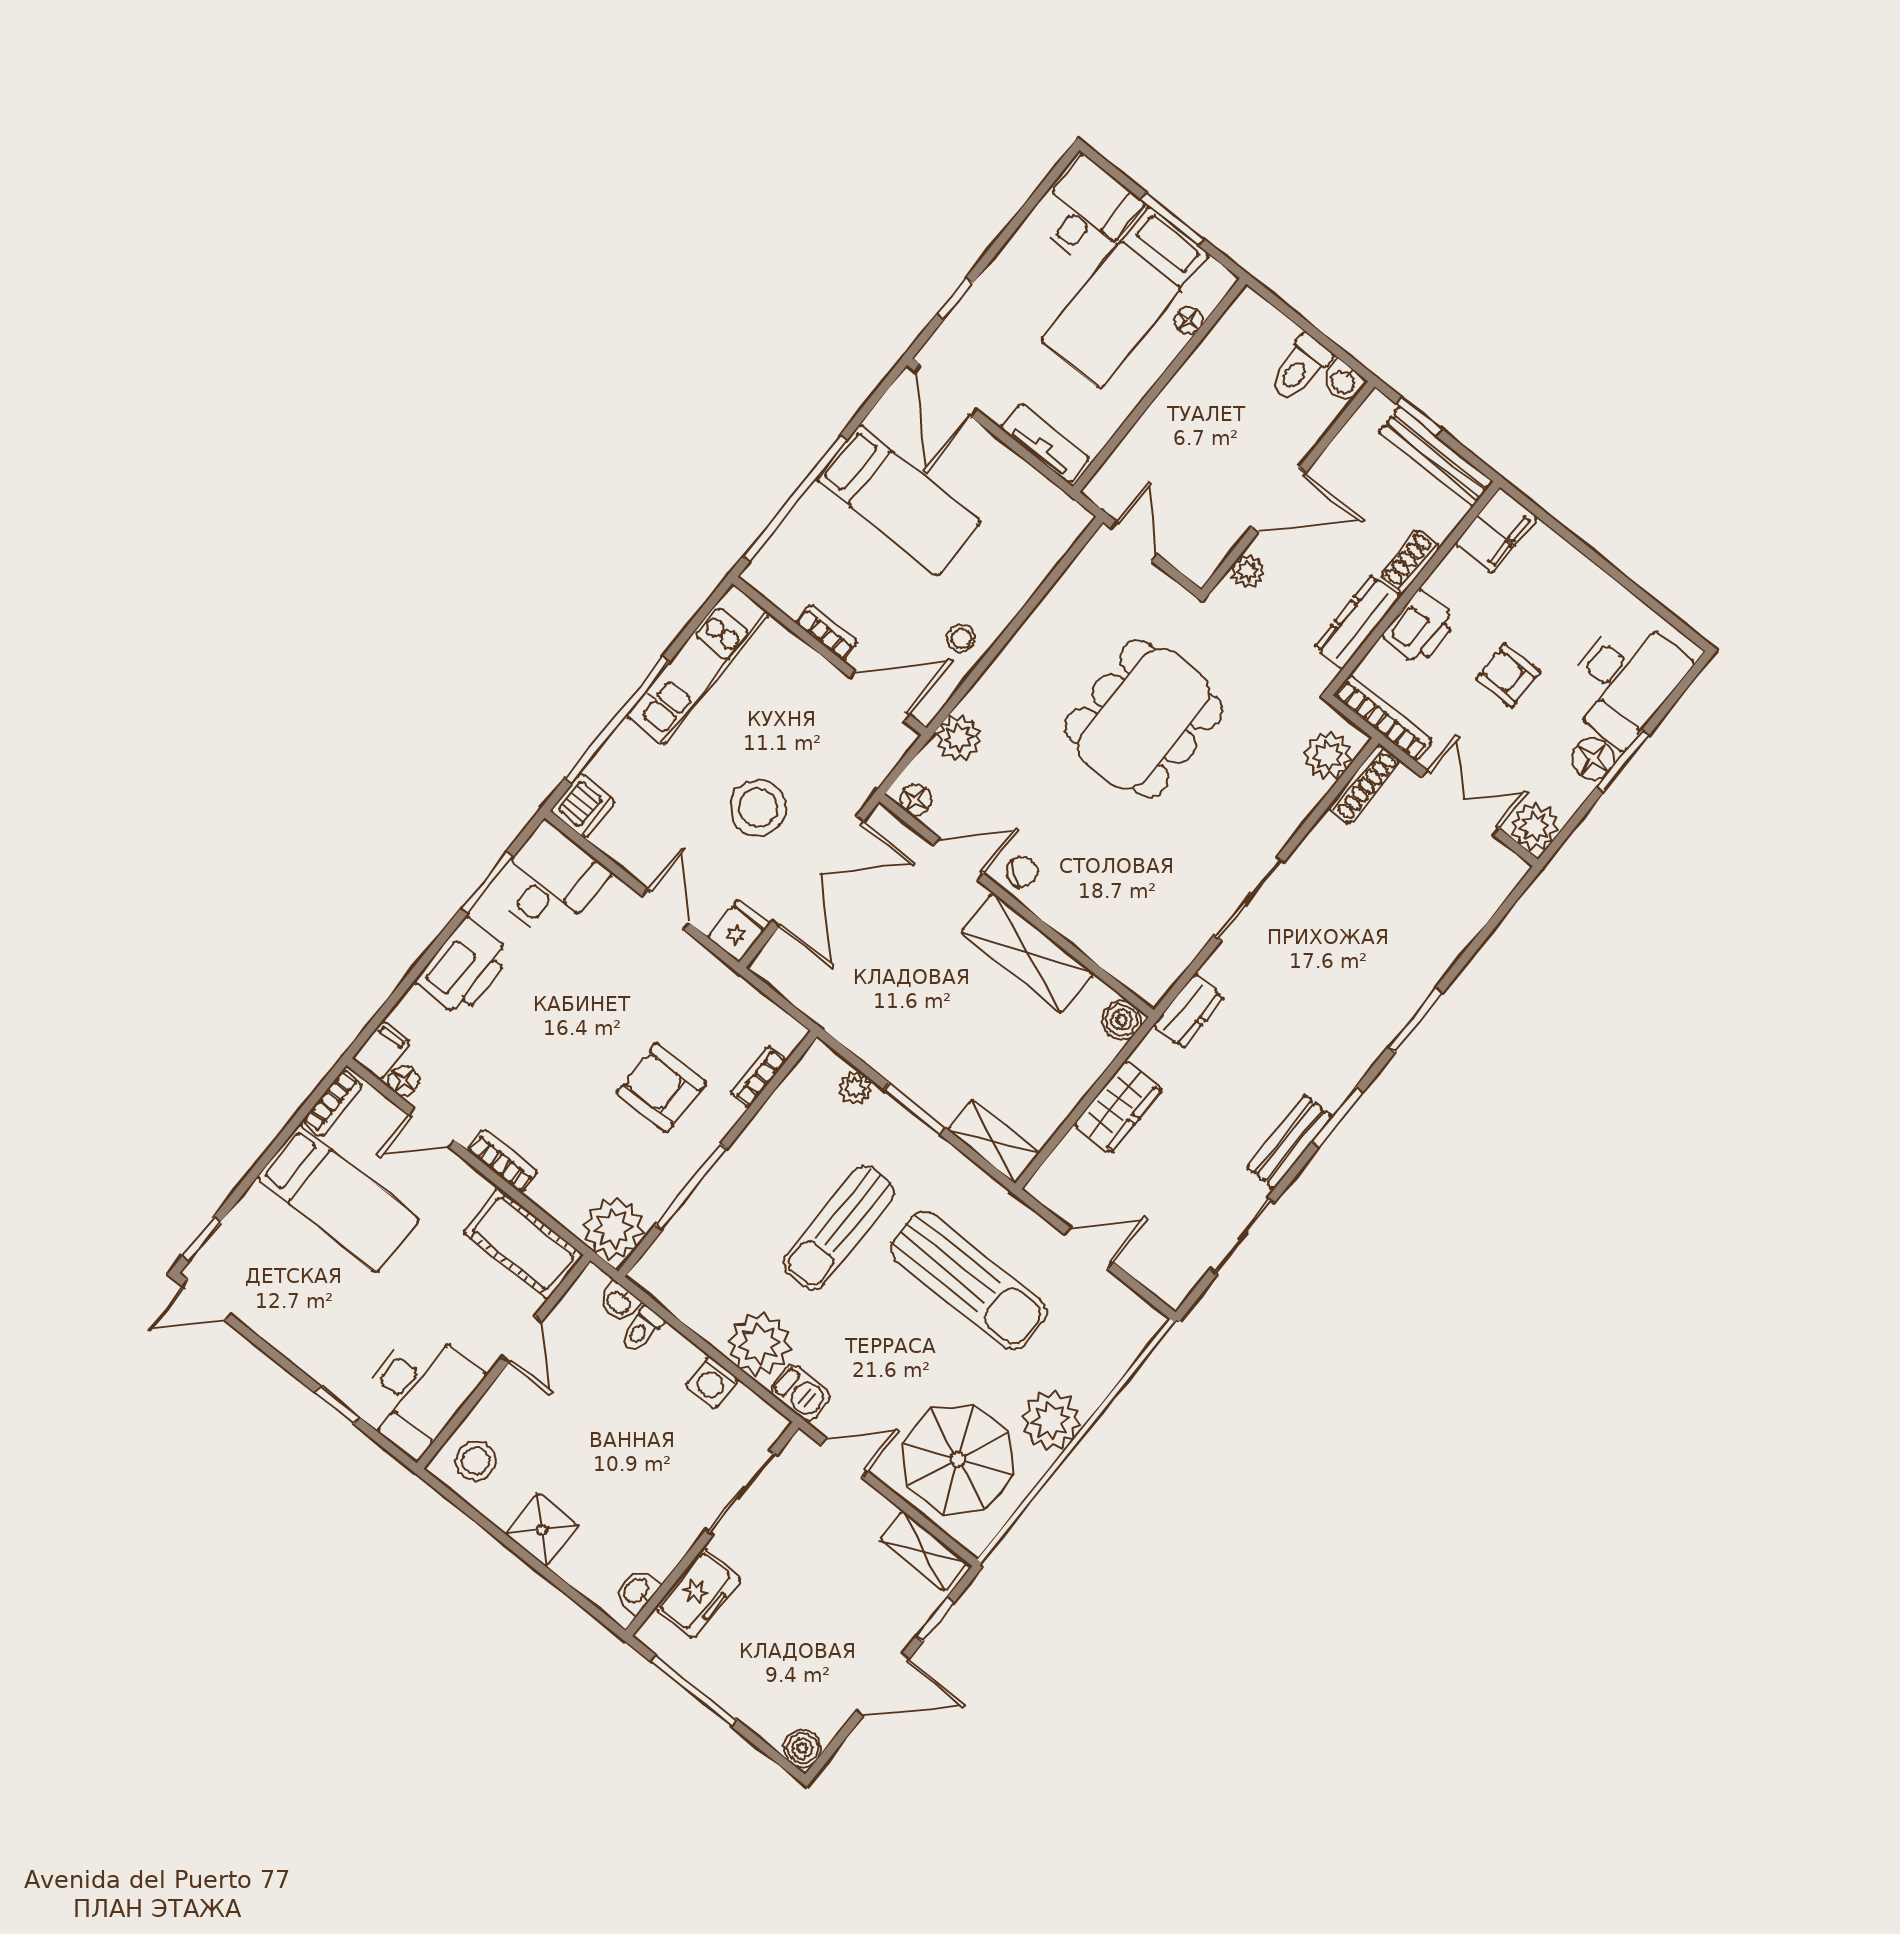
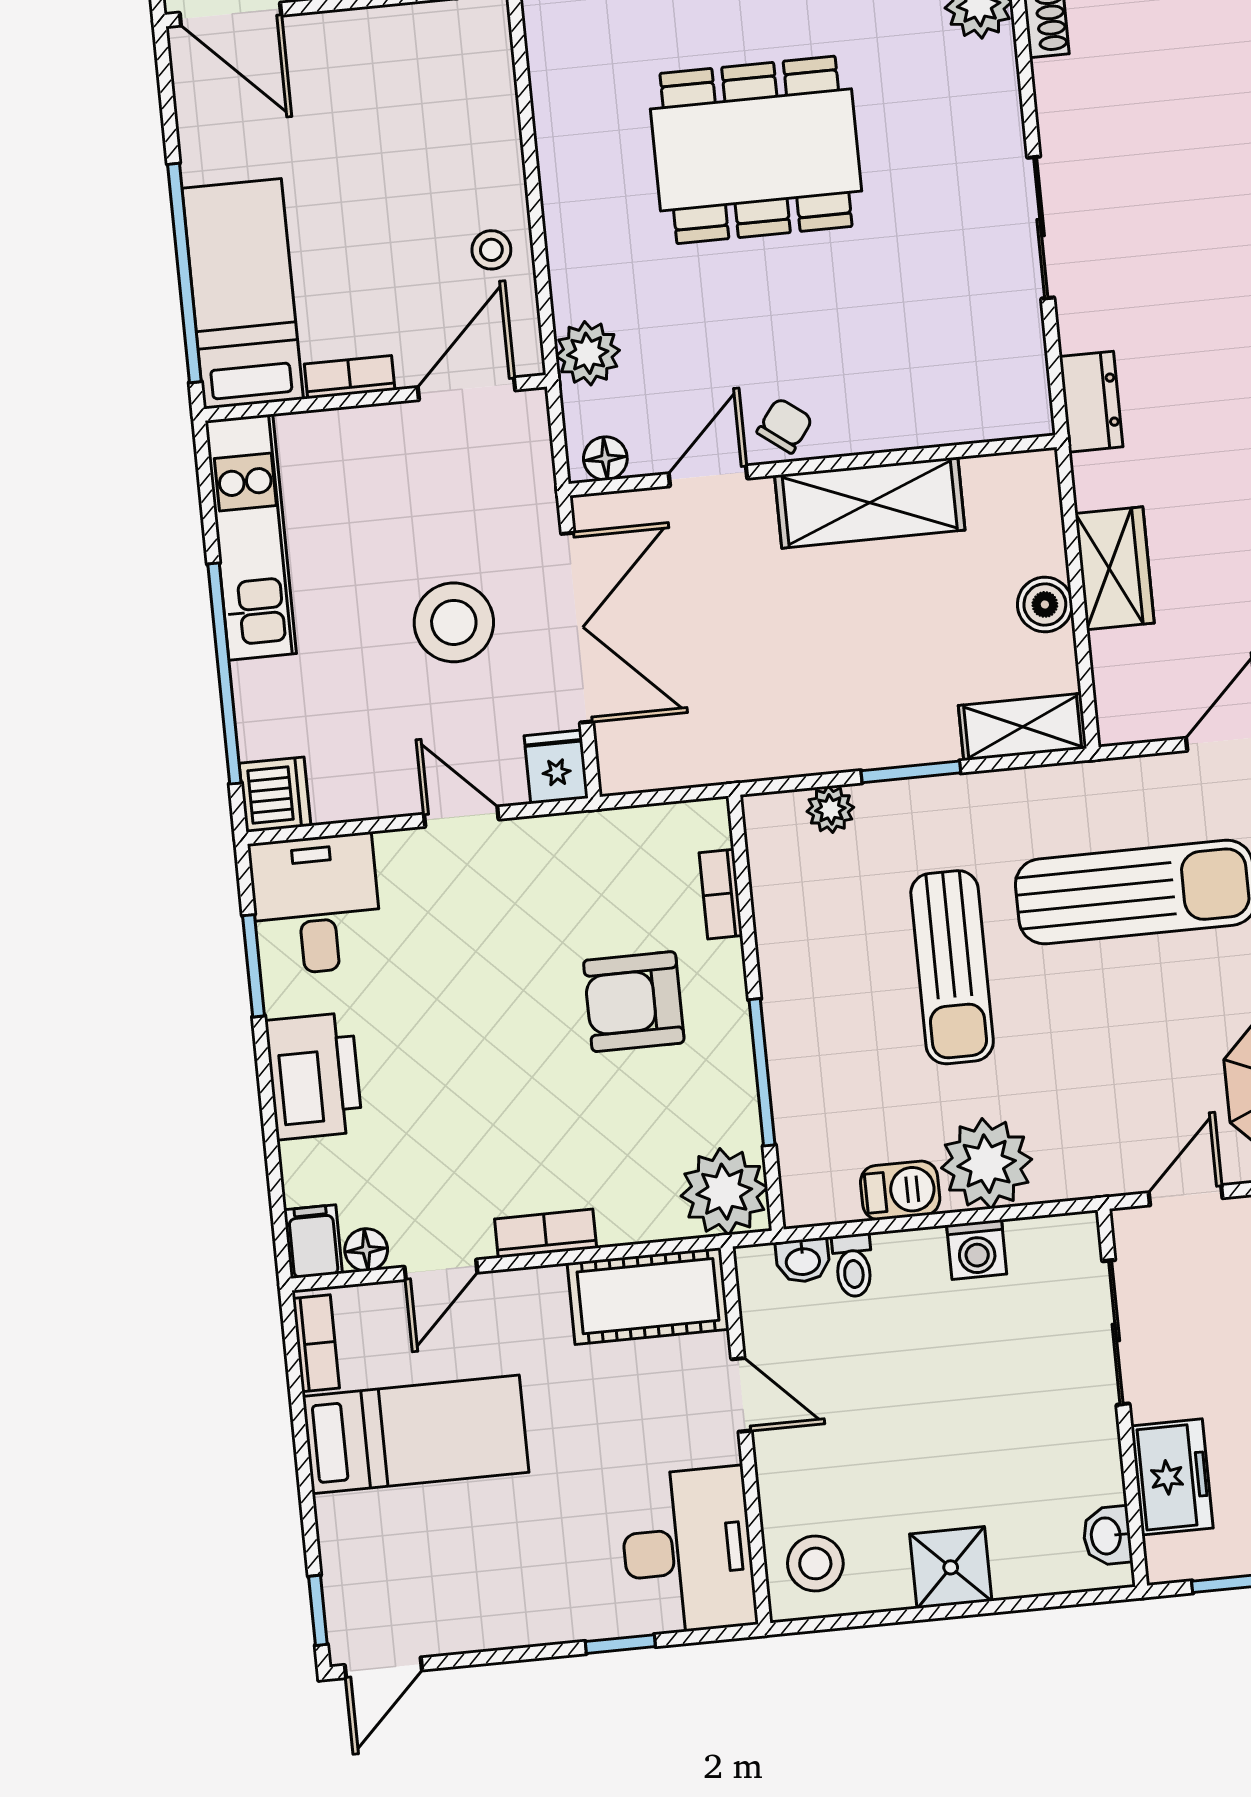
bed: (899, 501) -> (243, 294), moved, turned -90
dining table: (1144, 719) -> (756, 150), turned 90
boiler: (1122, 1020) -> (1045, 604), moved
barbecue: (800, 1393) -> (900, 1190), moved

